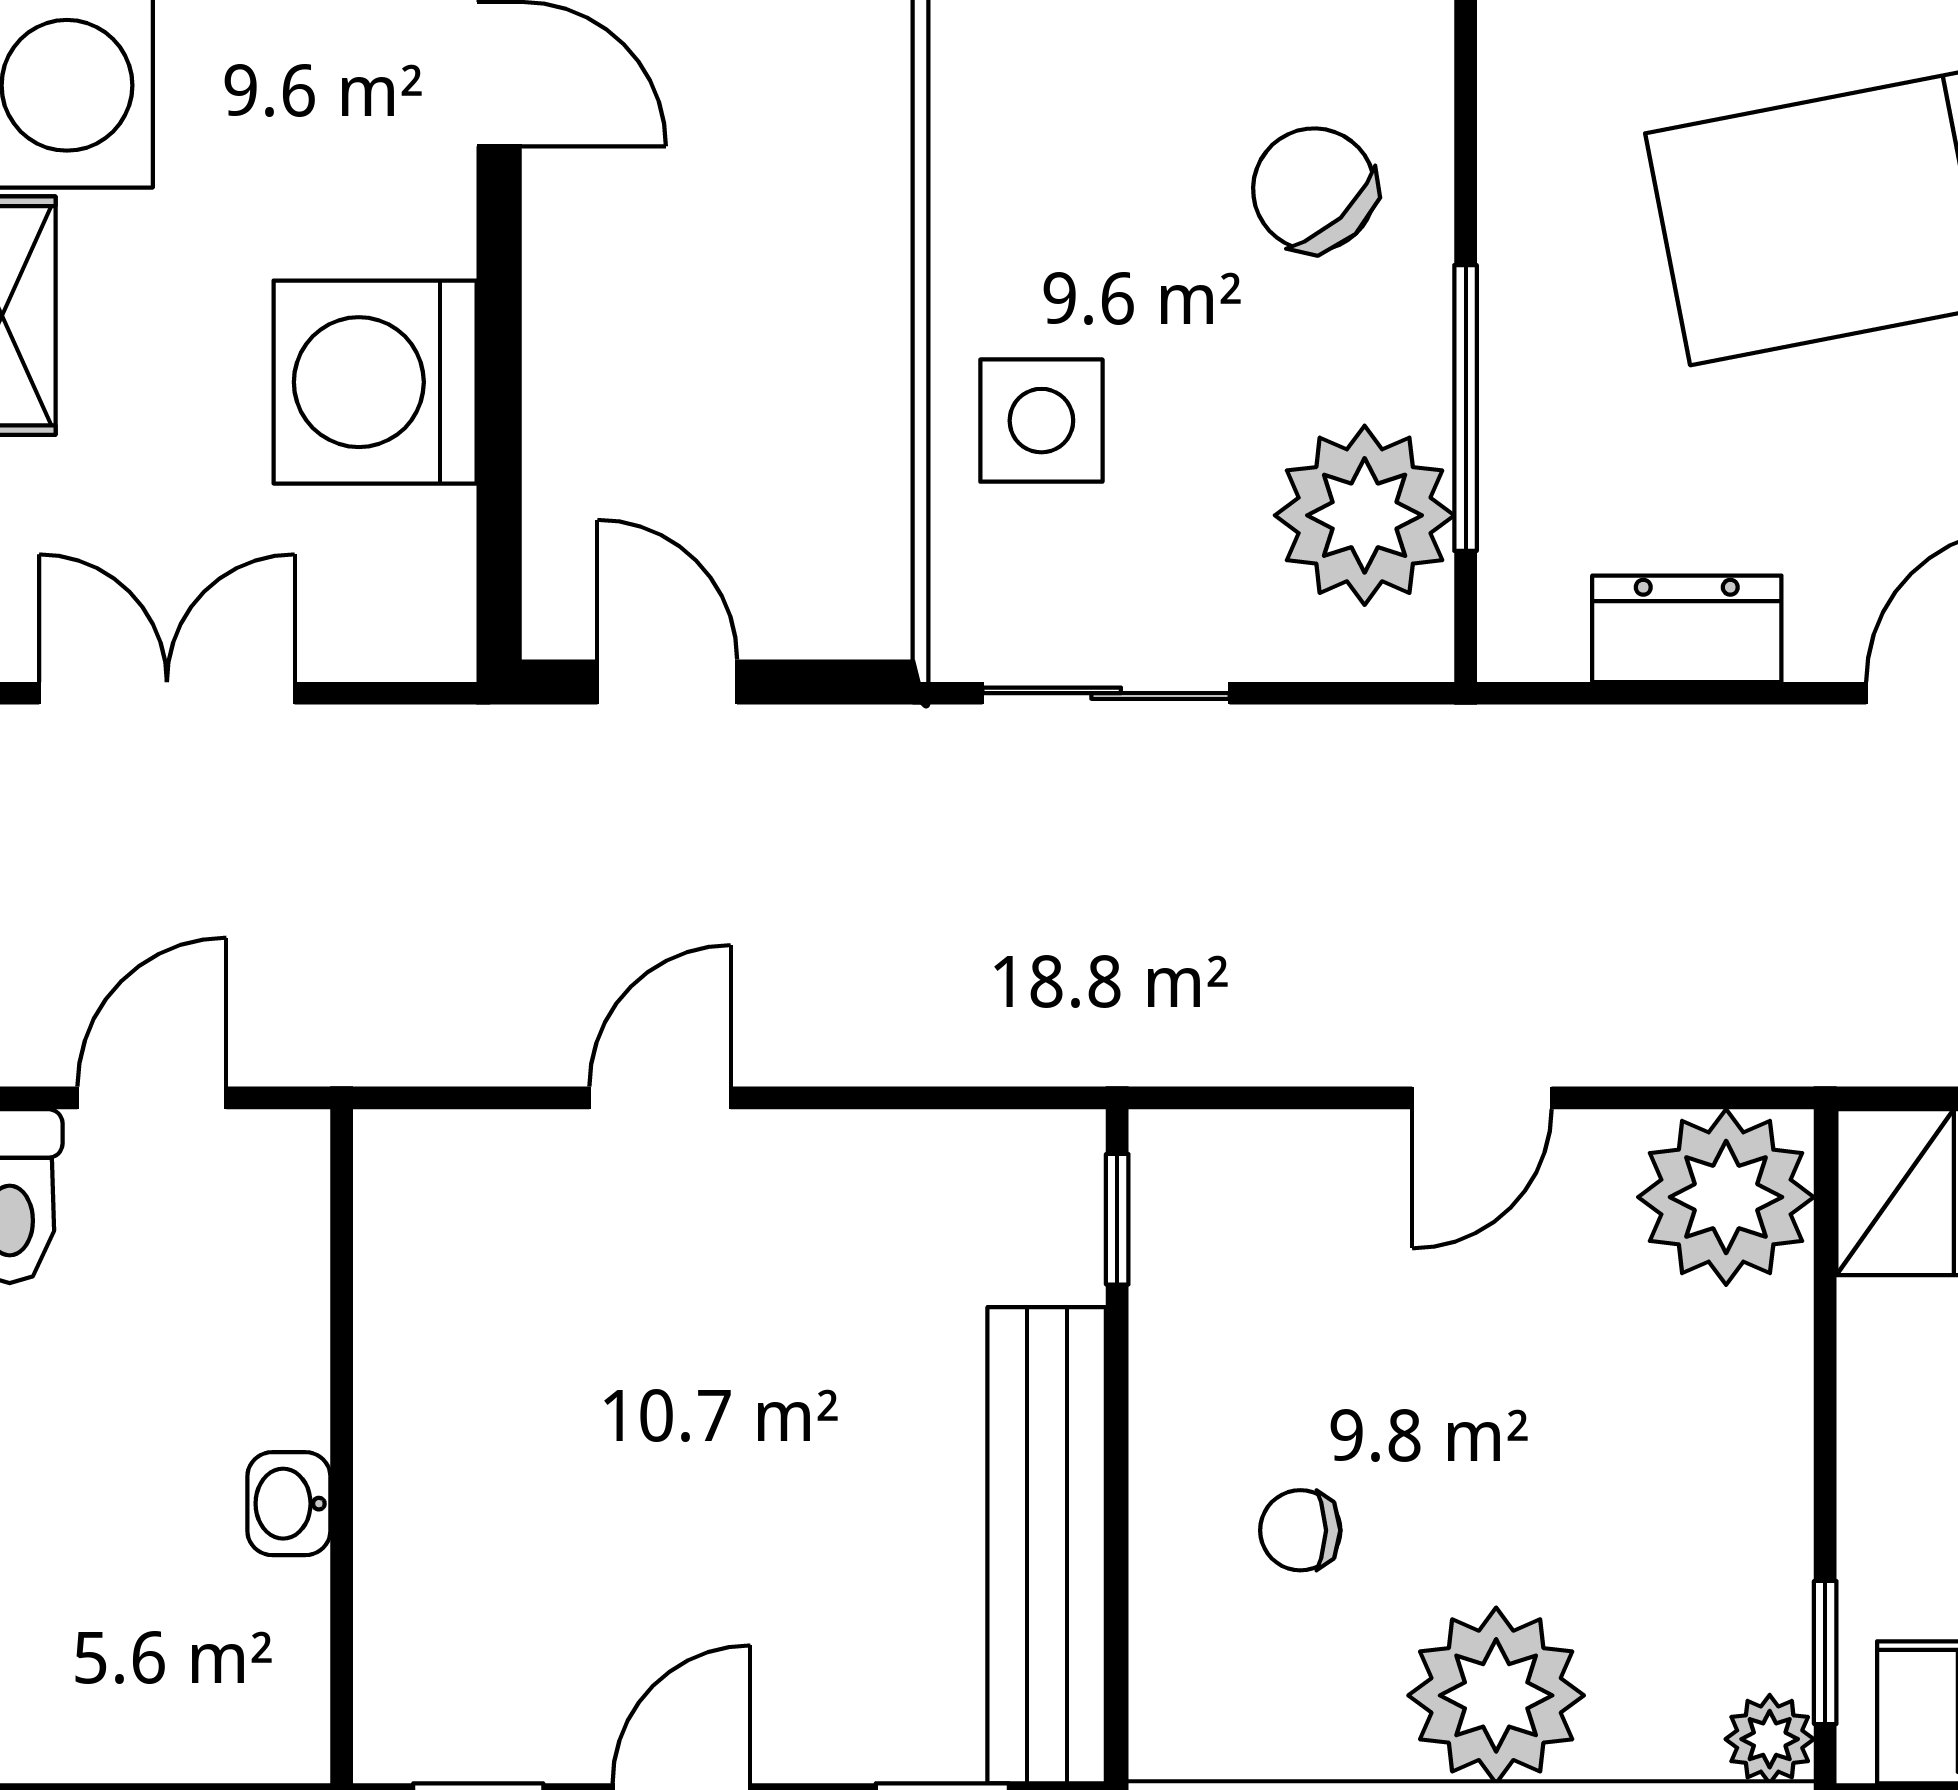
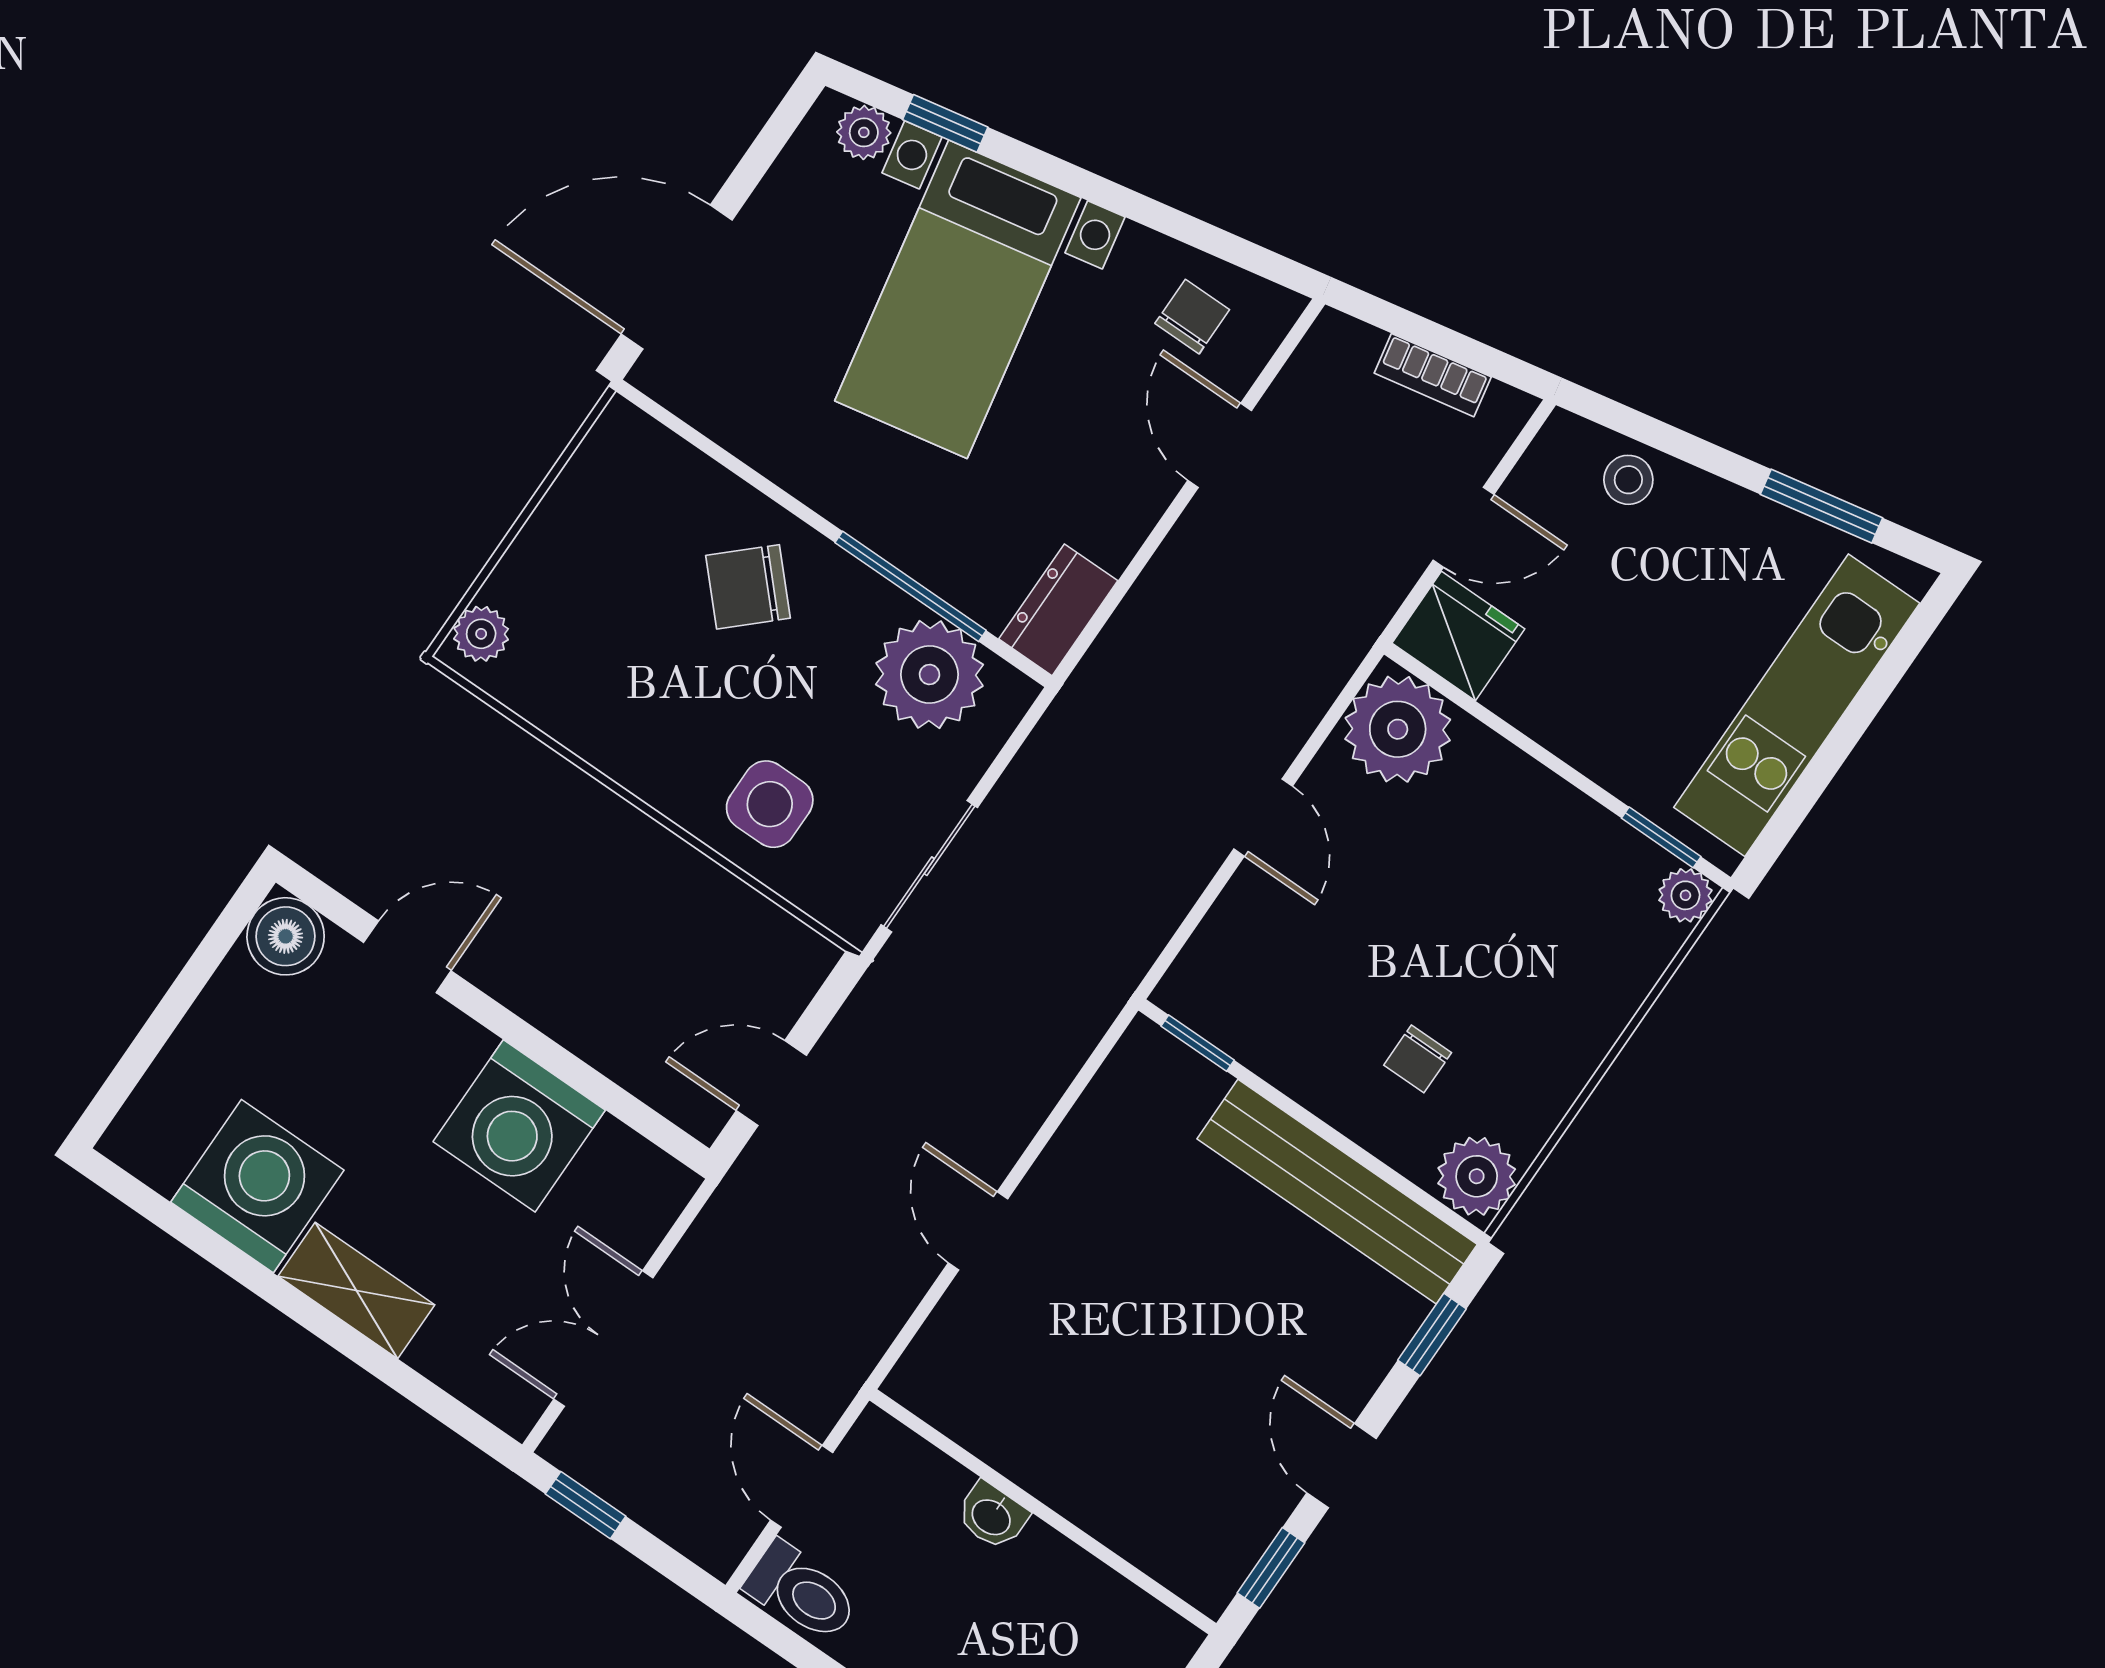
dresser: (1687, 629) -> (1058, 610), moved
washbasin: (289, 1504) -> (992, 1516), moved
plant: (1496, 1695) -> (1477, 1176), moved, width x0.73, depth x0.73

